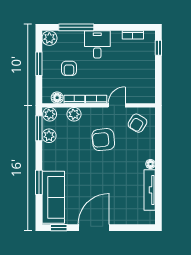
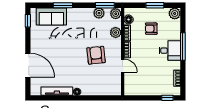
window: (76, 27) -> (183, 47), moved
armchair: (137, 123) -> (109, 82), removed
sofa: (53, 197) -> (51, 16), width x0.73
door: (94, 228) -> (28, 65), moved

